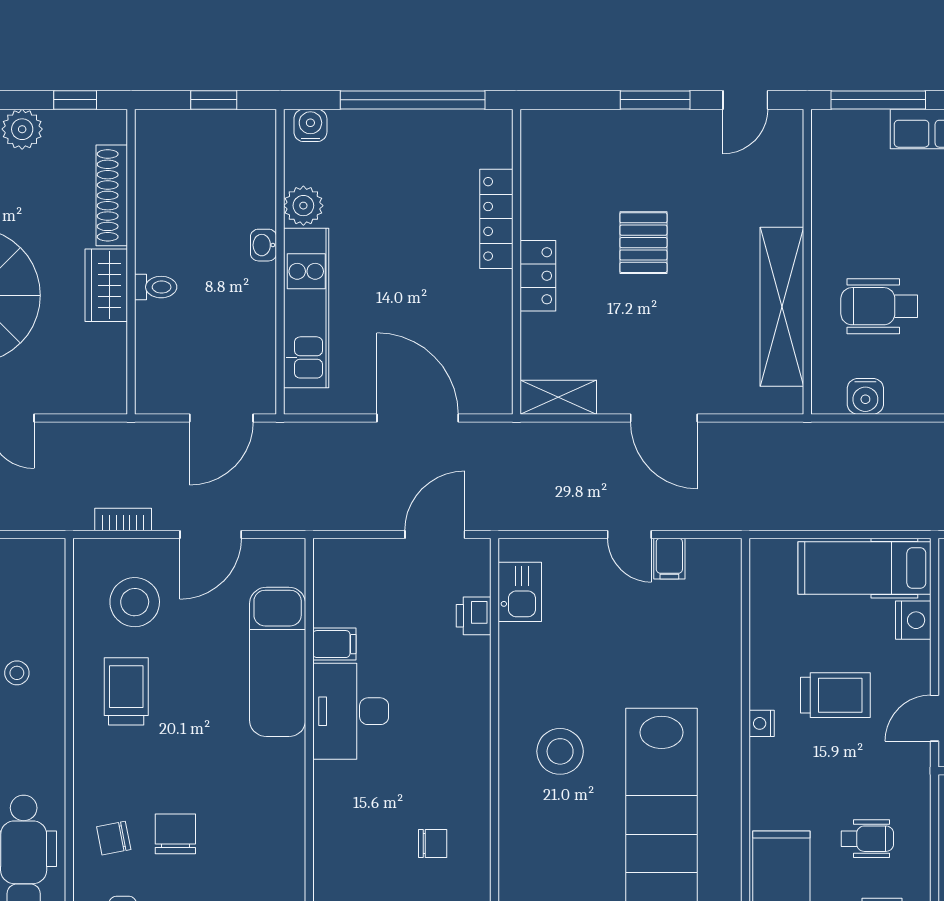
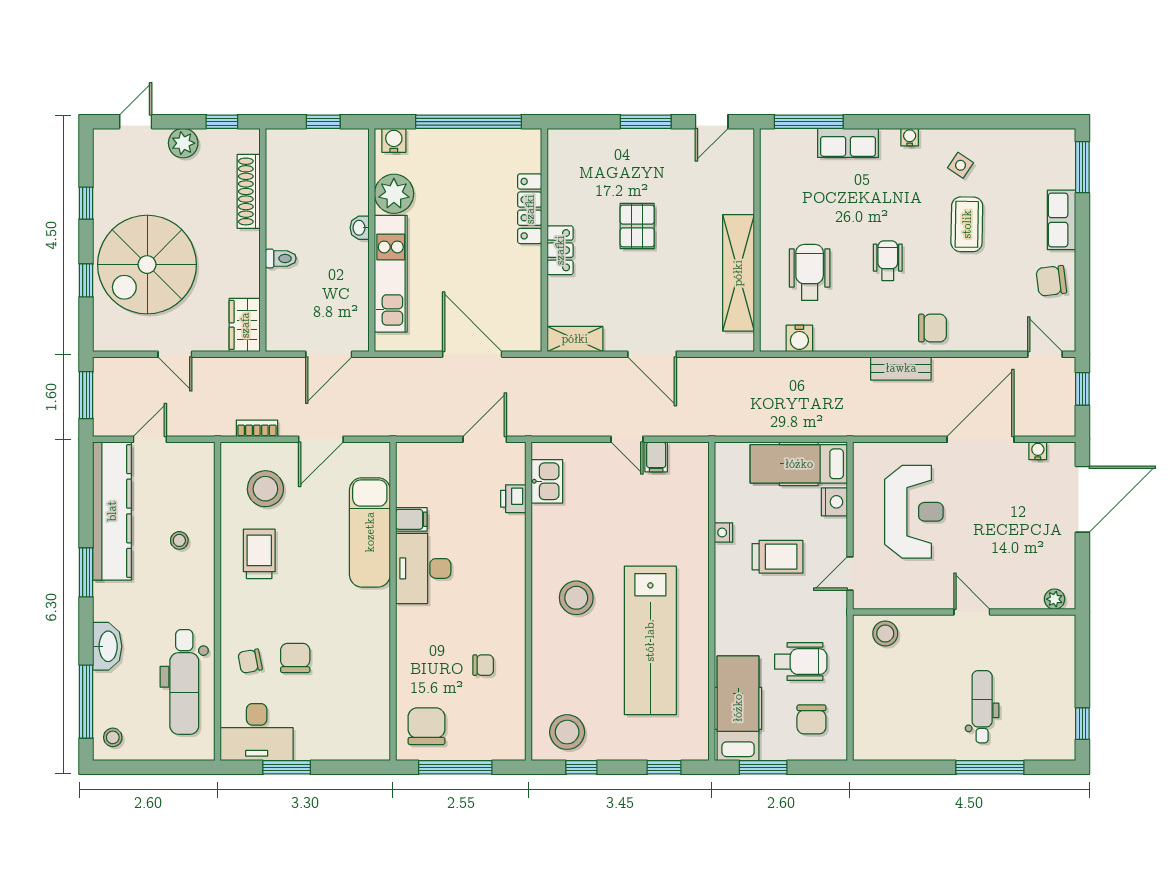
plant: (303, 206) -> (394, 194), width x1.36, depth x1.36
wardrobe: (106, 285) -> (245, 325), moved
wheelchair: (879, 306) -> (810, 272), turned 90
nightstand: (762, 723) -> (724, 533), moved
wheelchair: (867, 839) -> (801, 662), width x1.36, depth x1.37

